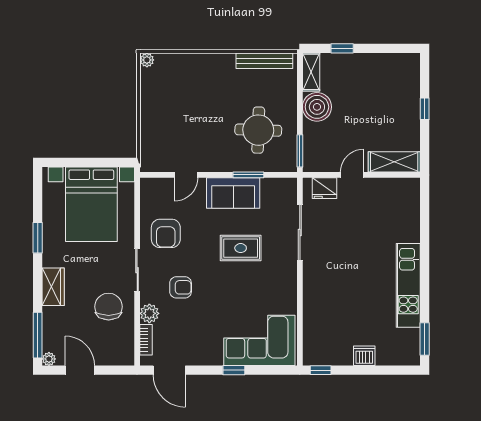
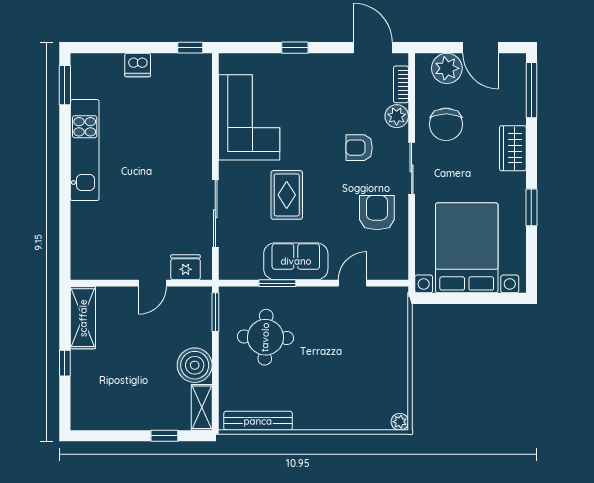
shelving: (394, 162) -> (83, 318), moved, turned 90
rug: (241, 248) -> (287, 195), turned 90
corner sofa: (259, 340) -> (249, 117), moved, turned -90
plant: (49, 359) -> (447, 68), moved, width x1.87, depth x1.87

